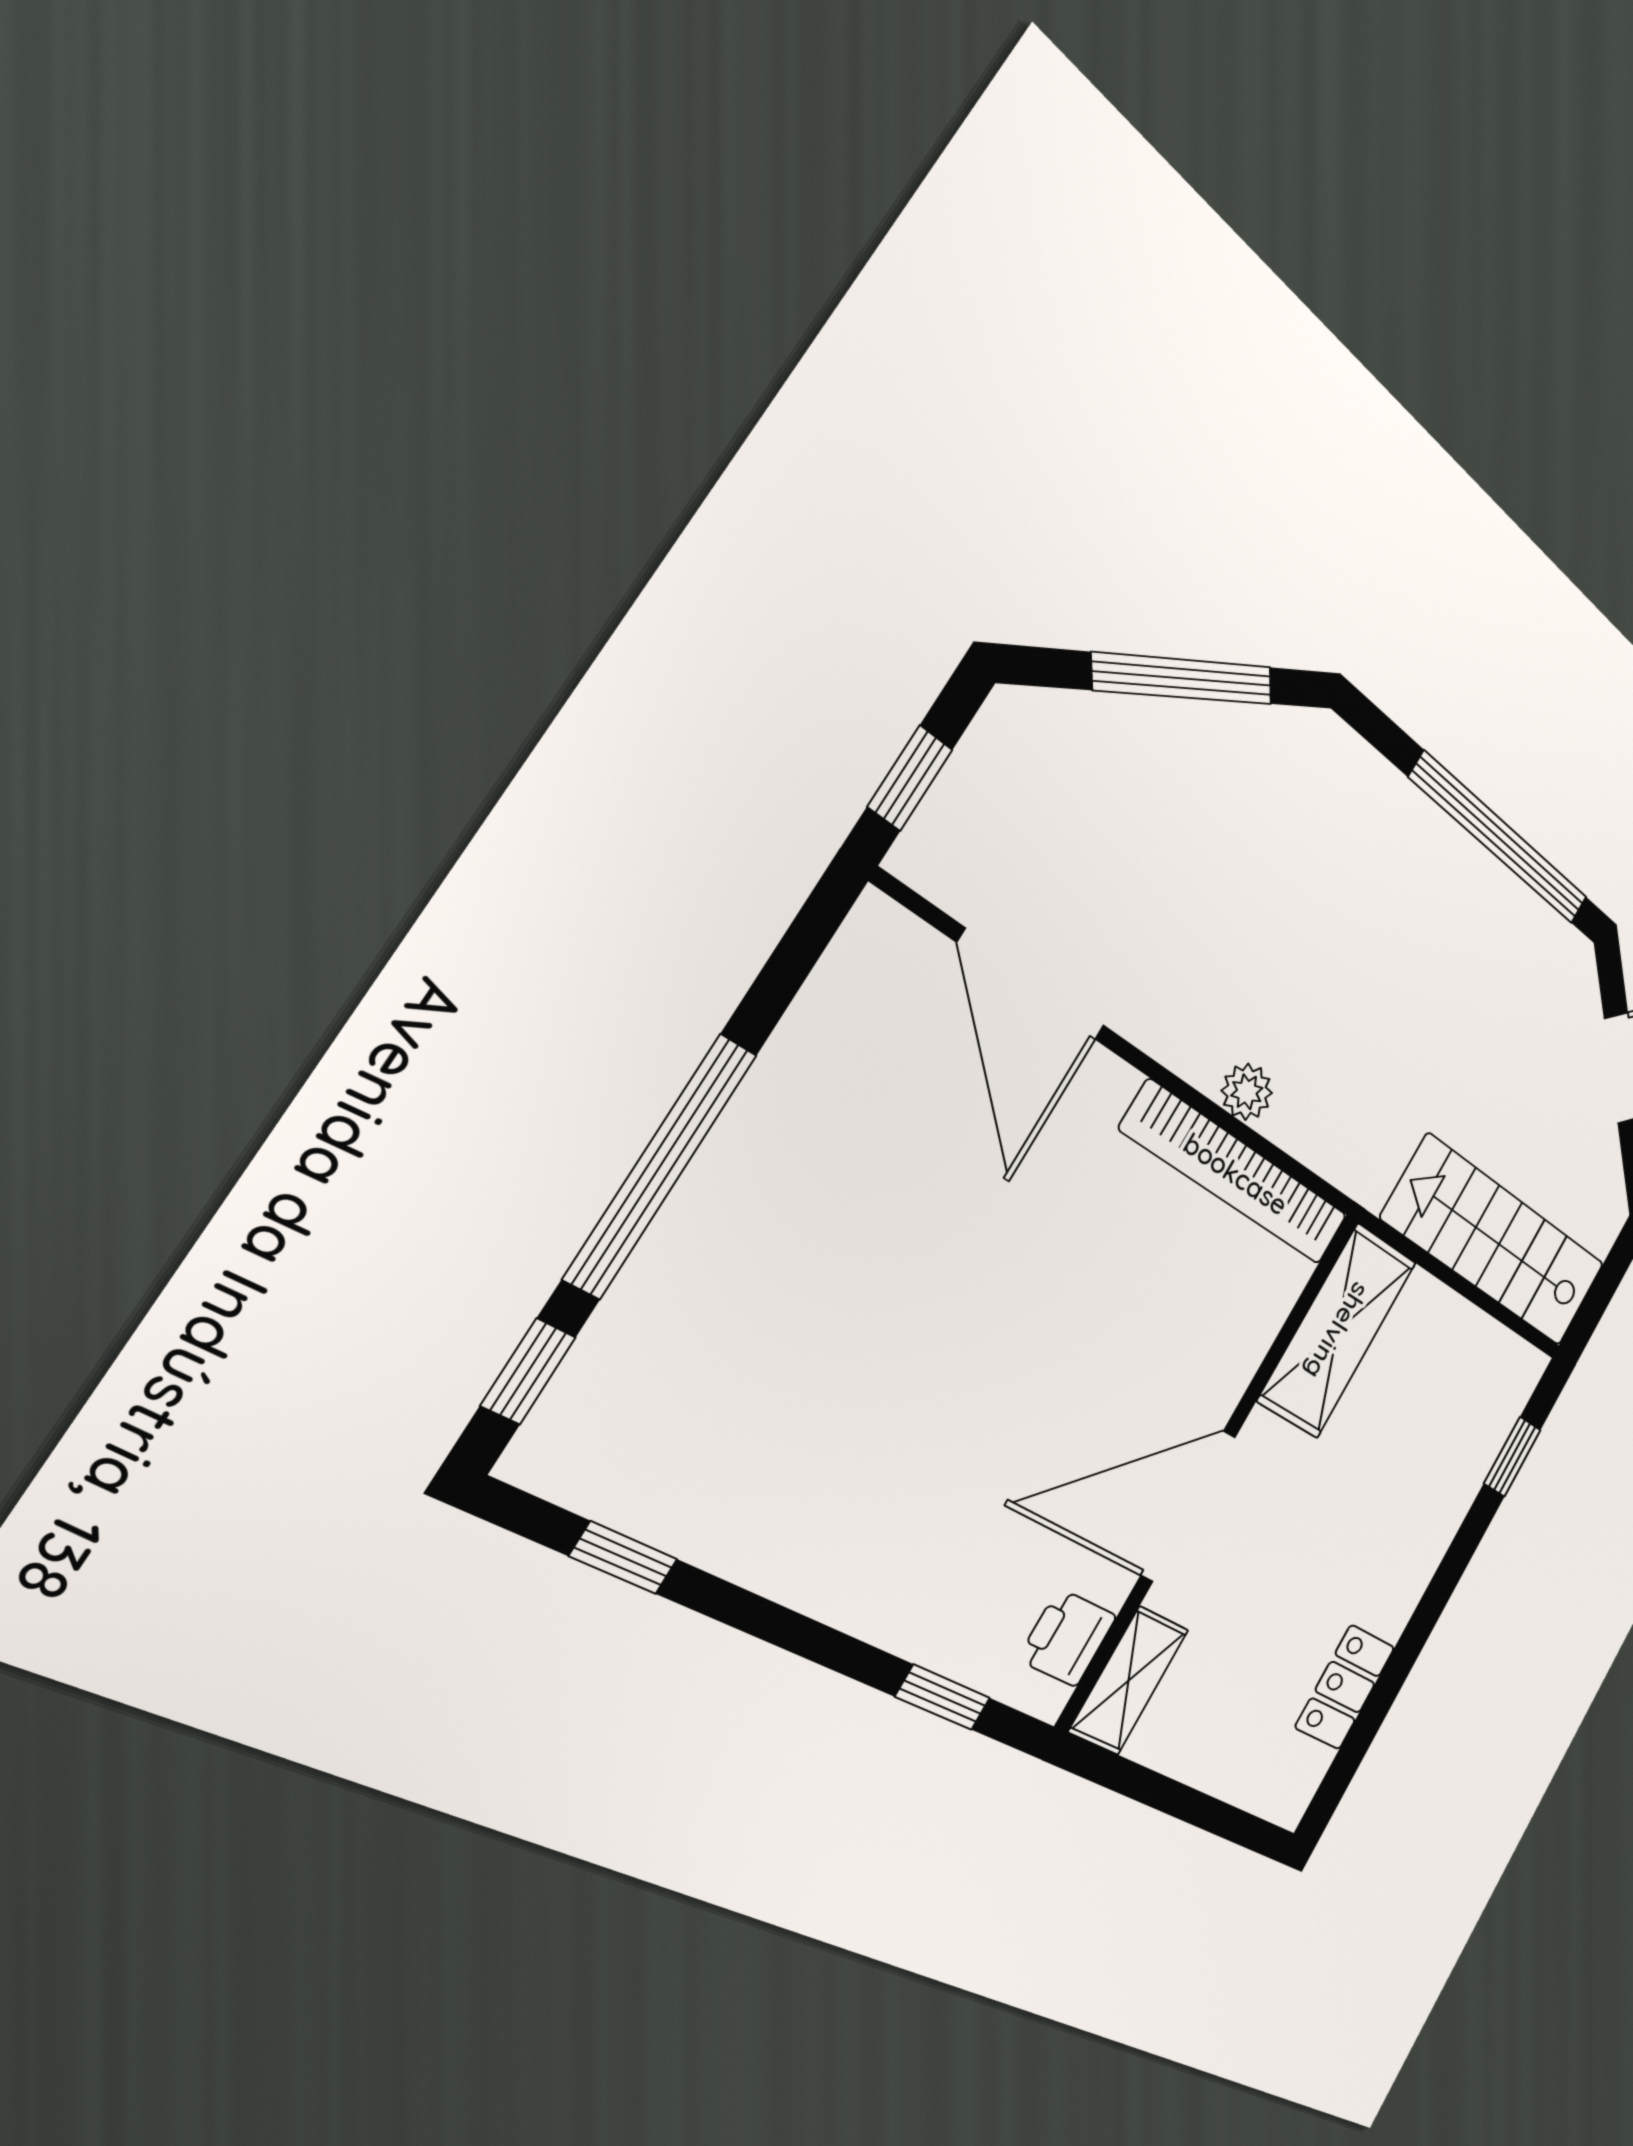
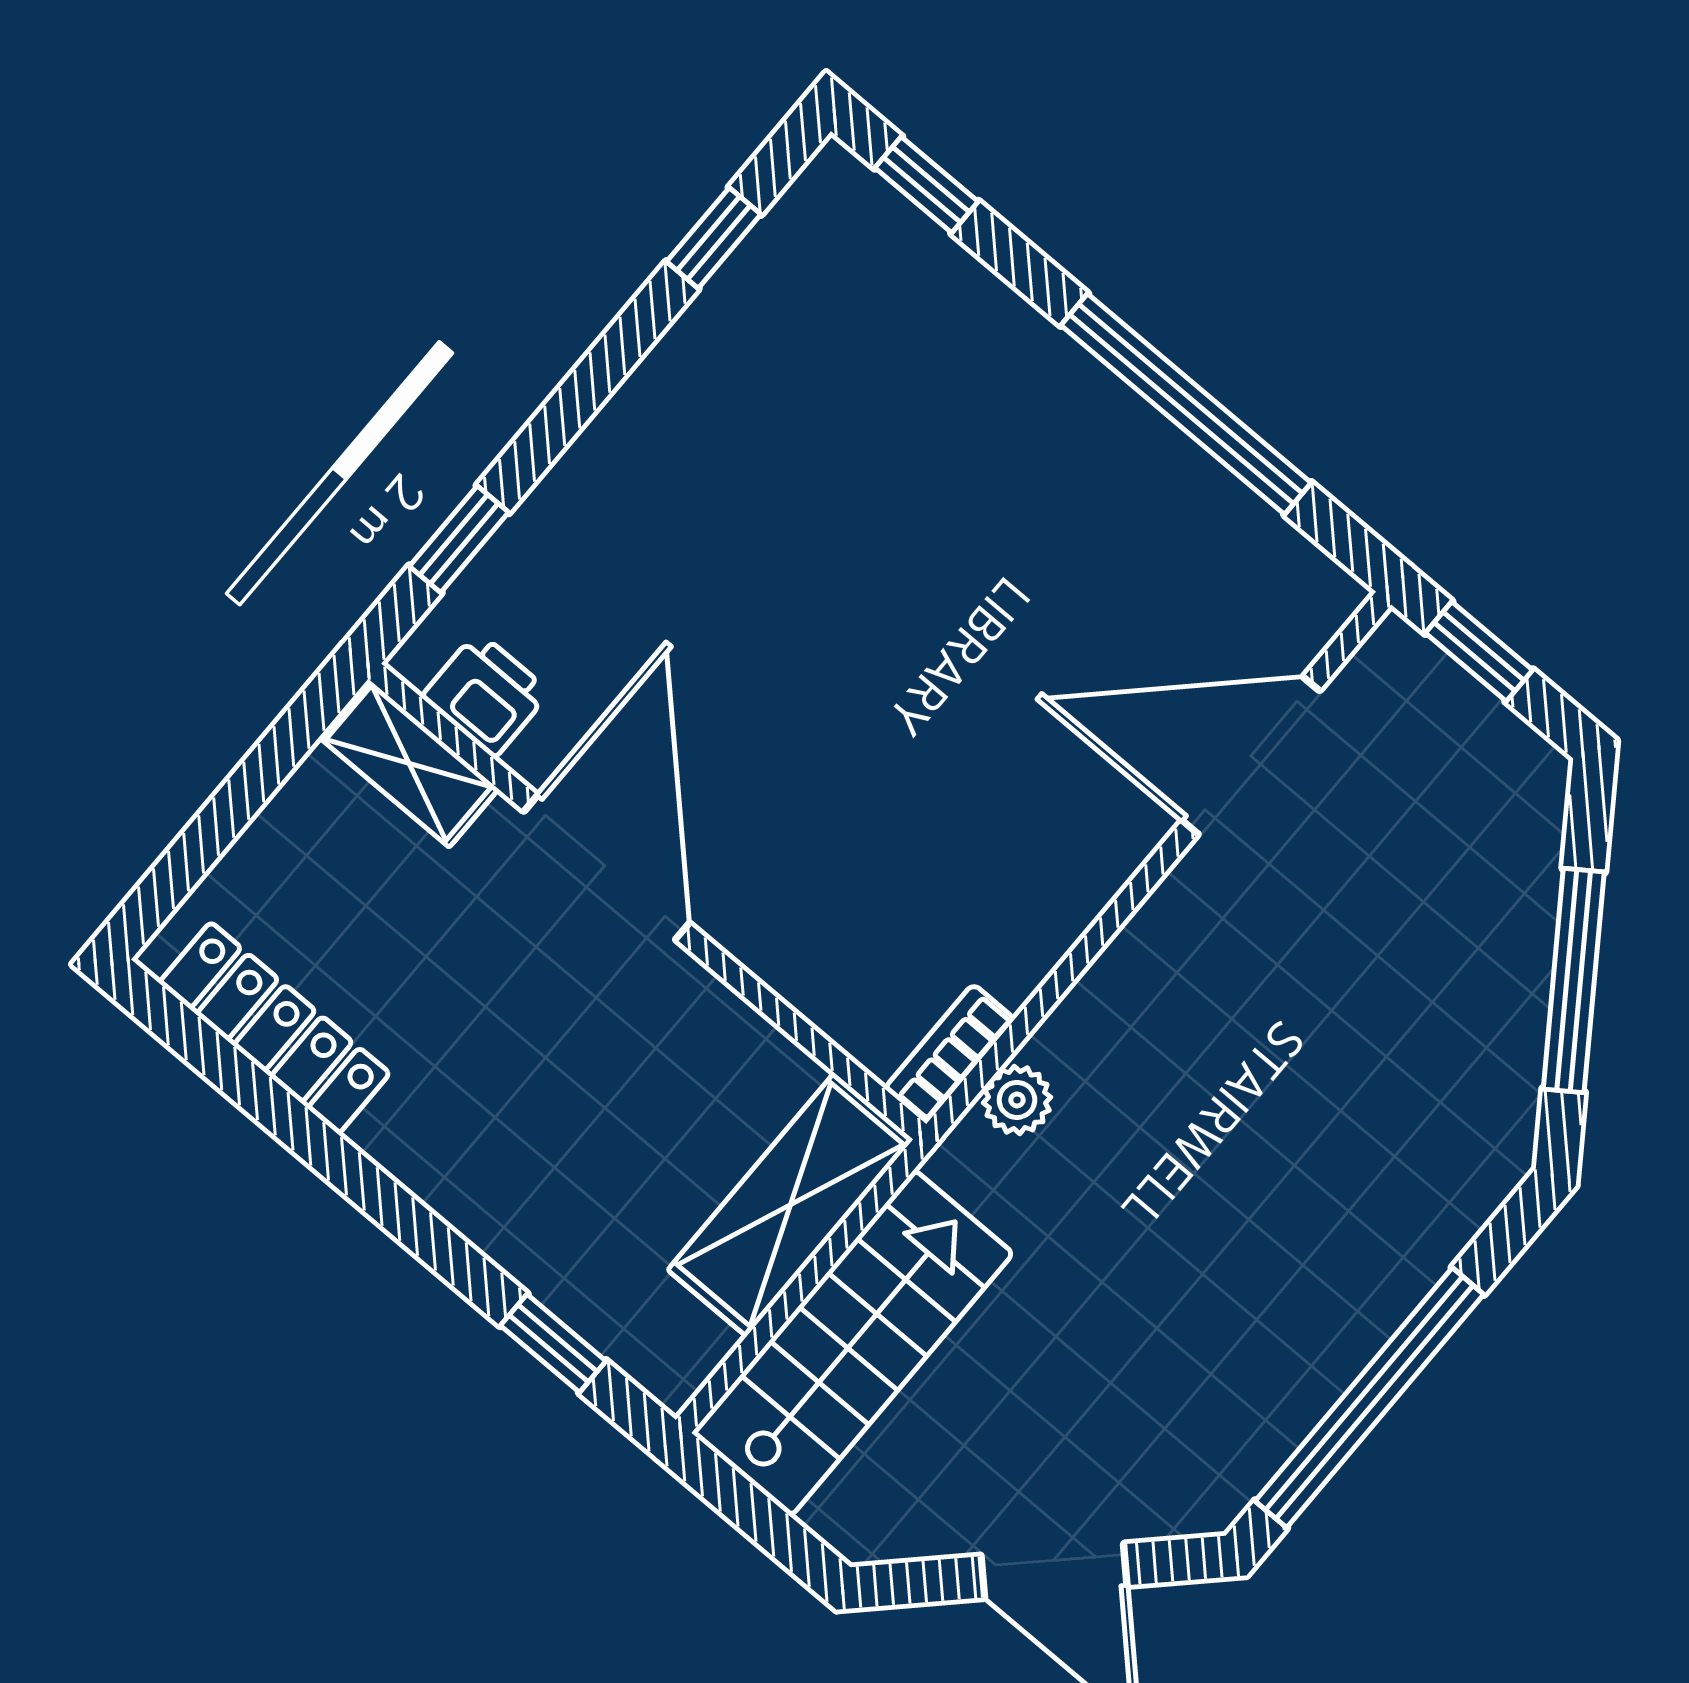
plant: (1247, 1092) -> (1017, 1100), moved
window: (661, 1166) -> (1186, 404), moved
bookcase: (1236, 1174) -> (950, 1054), width x0.43, depth x0.76
shelving: (1337, 1331) -> (790, 1205), moved, turned 90
locker: (1345, 1687) -> (274, 1028), width x1.53

